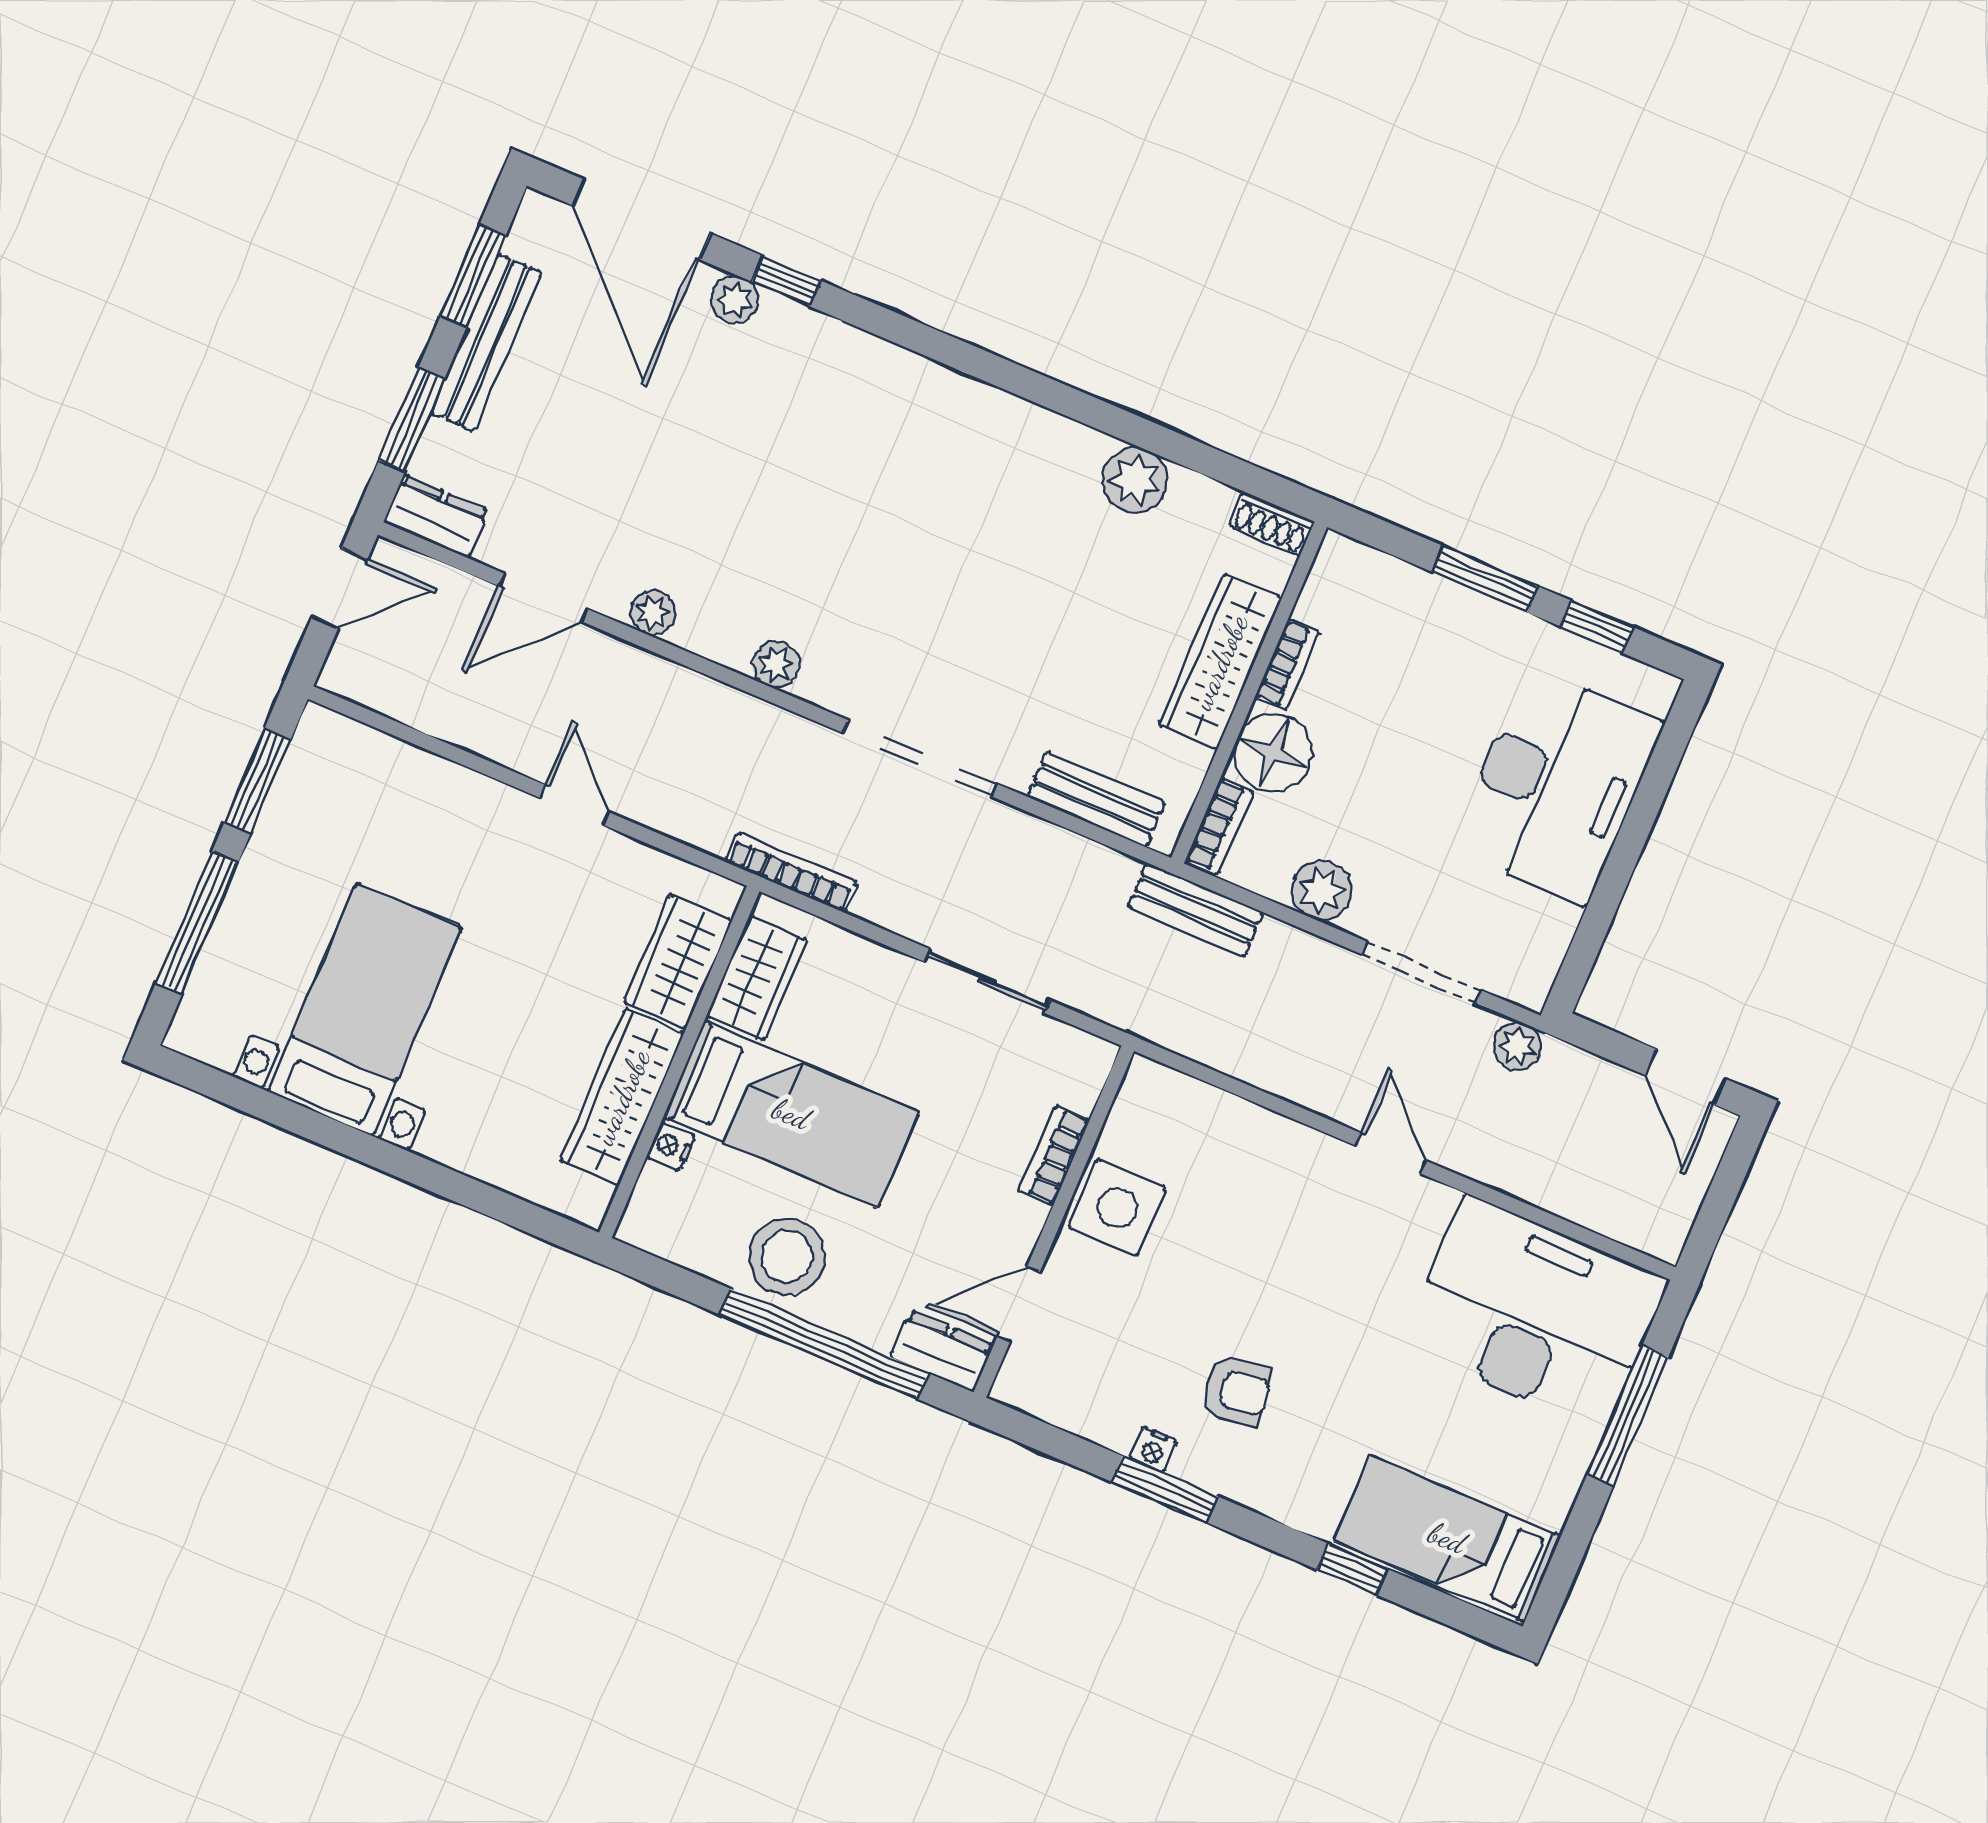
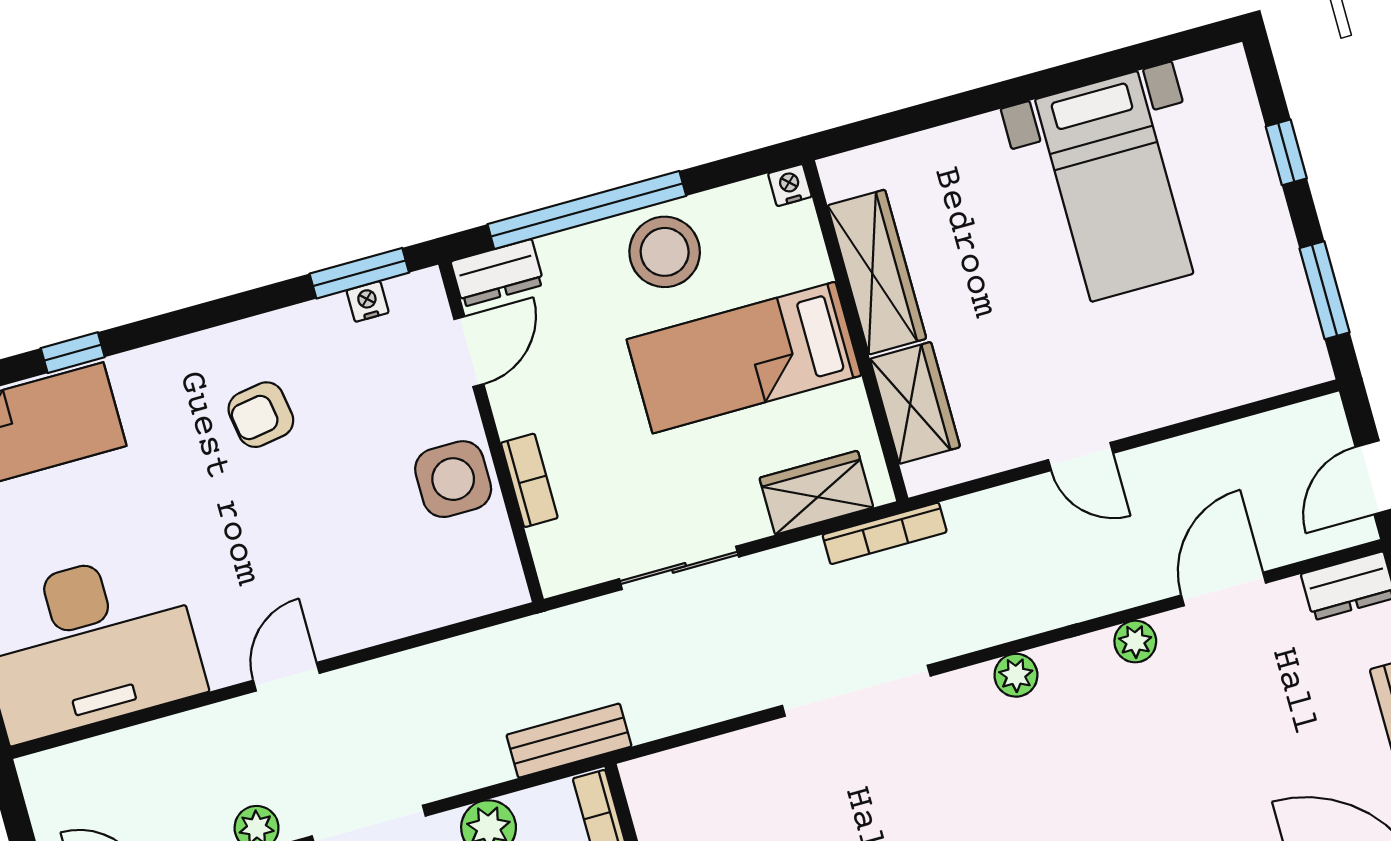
bench: (1096, 799) -> (705, 763), removed
window: (197, 923) -> (1286, 152), width x0.46
wardrobe: (757, 978) -> (816, 493), moved, turned 90
nightstand: (671, 1146) -> (790, 185), moved, turned -90
door: (1391, 1153) -> (286, 677), swing flipped
nightstand: (1153, 1450) -> (368, 301), moved
window: (1165, 1489) -> (359, 273), moved

